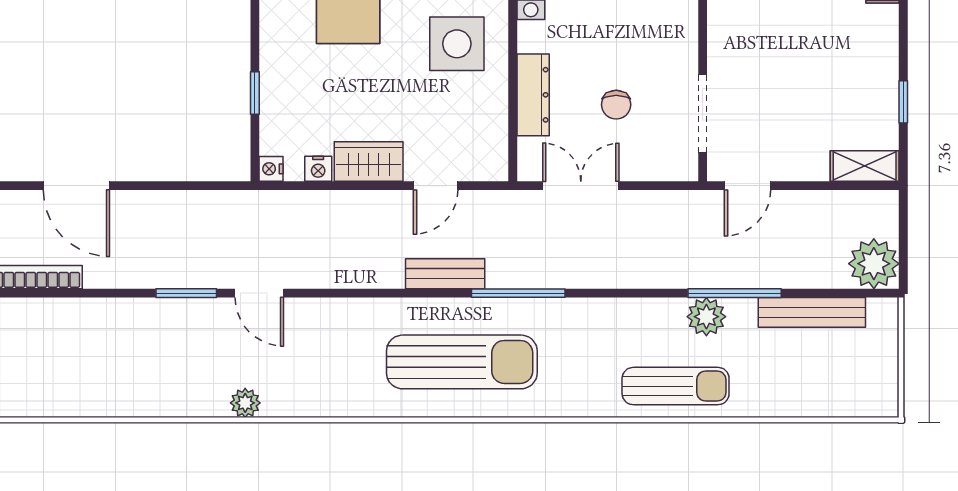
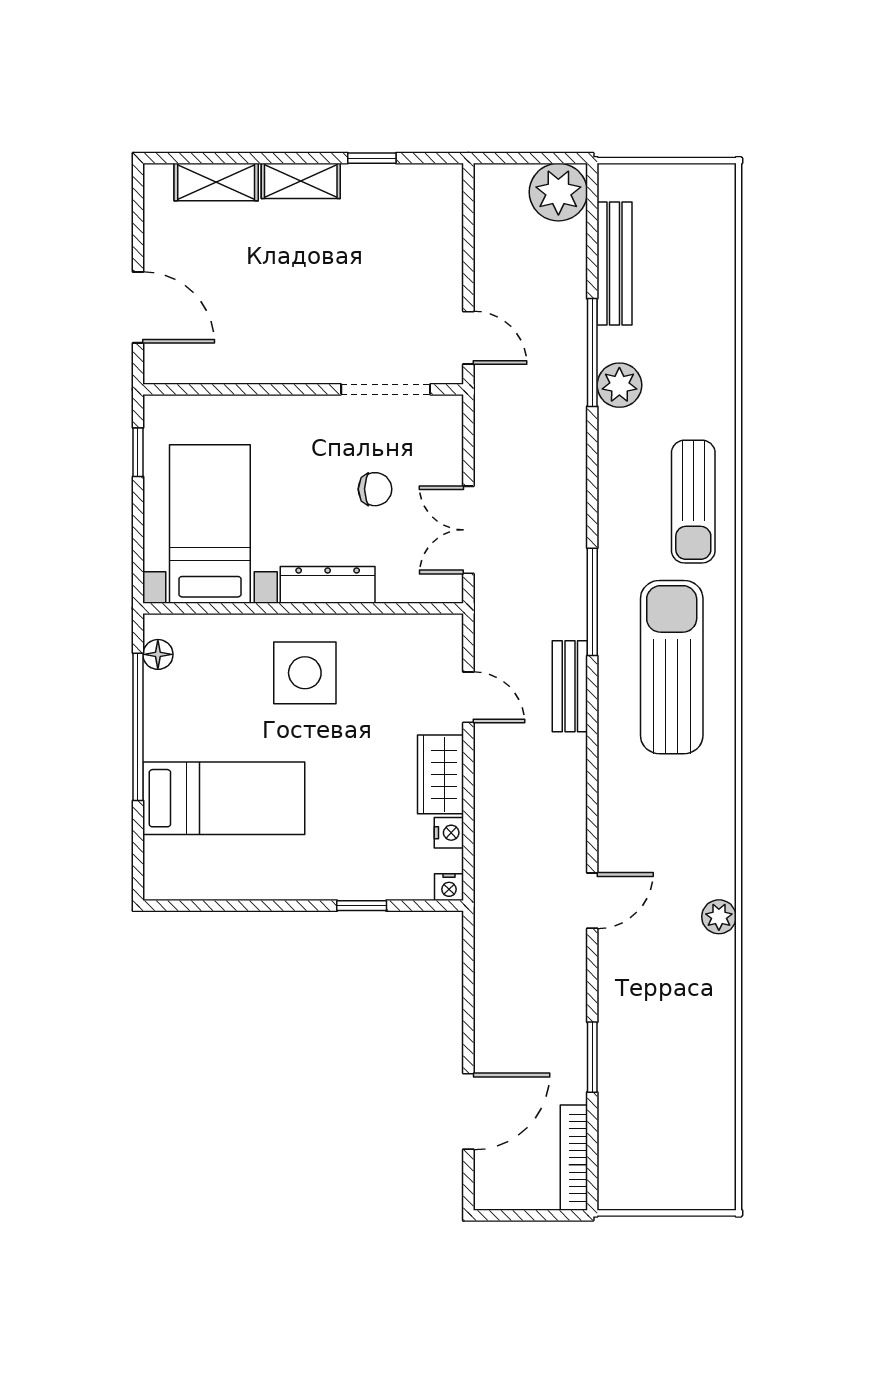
dresser: (533, 95) -> (328, 585), moved
shelving: (865, 166) -> (301, 181), moved, turned 90
window: (186, 293) -> (592, 1057), moved
sun lounger: (676, 386) -> (693, 502), moved, turned 180

